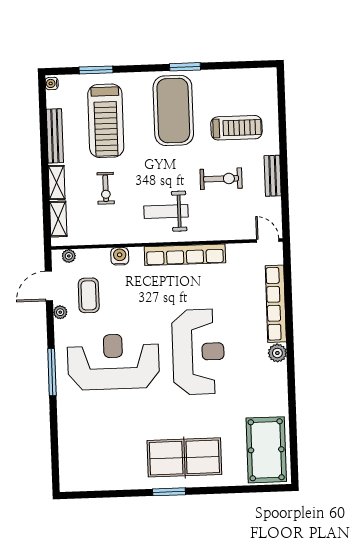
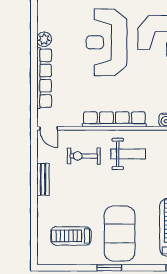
treadmill: (236, 128) -> (71, 236), moved
exercise bike: (221, 179) -> (84, 156), moved

